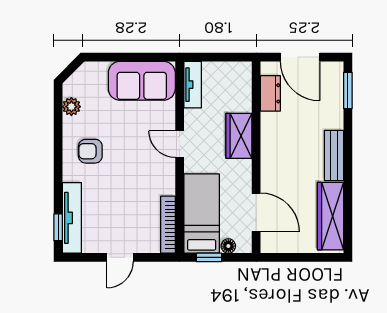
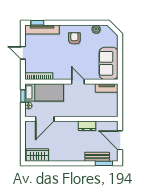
door: (300, 57) -> (120, 140), hinge flipped
dresser: (270, 93) -> (87, 126), moved
wardrobe: (239, 136) -> (82, 111), removed
door: (180, 144) -> (78, 82), hinge flipped
bench: (334, 156) -> (97, 157), moved
wardrobe: (330, 216) -> (37, 155), width x0.67

